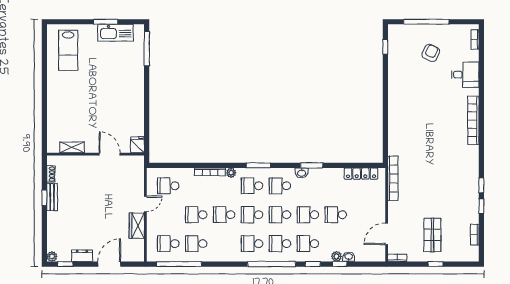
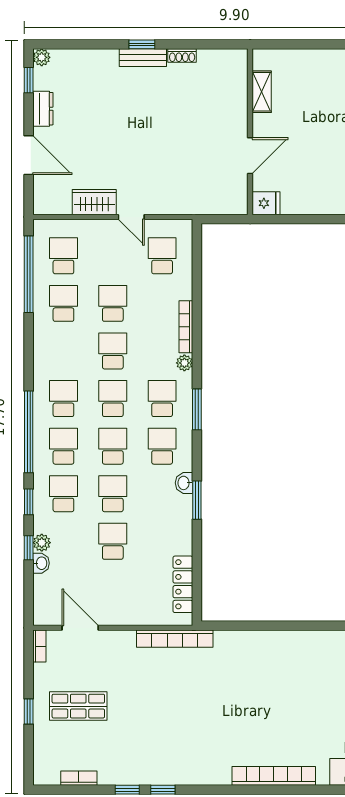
fridge: (137, 145) -> (266, 203), moved
shelving: (72, 147) -> (262, 92), moved
wall: (96, 154) -> (250, 132), moved
door: (110, 154) -> (250, 156), moved

